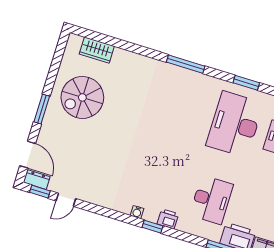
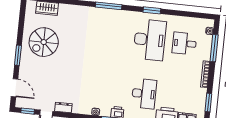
desk: (235, 124) -> (150, 40), turned 180
dresser: (37, 180) -> (63, 108), moved

